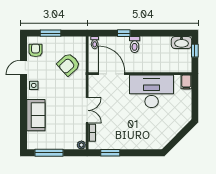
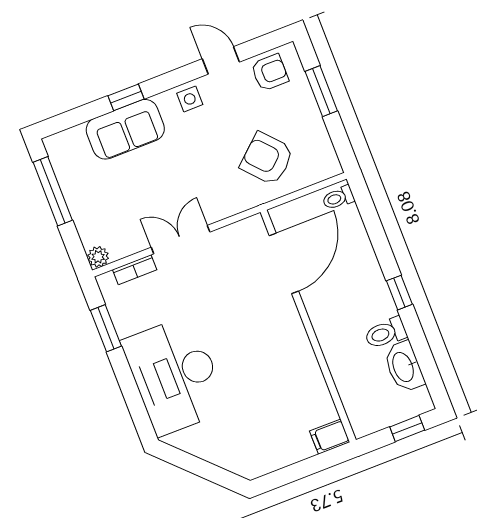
window: (124, 33) -> (399, 293), moved
washbasin: (181, 43) -> (404, 367), moved
toilet: (135, 45) -> (386, 333), moved
desk: (152, 91) -> (175, 375), moved, turned 180
window: (23, 110) -> (126, 97), added
double door: (87, 110) -> (181, 240), swing flipped

